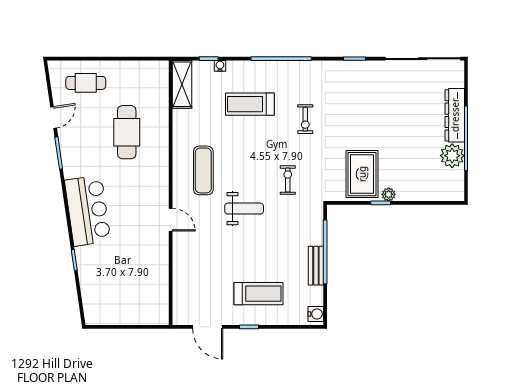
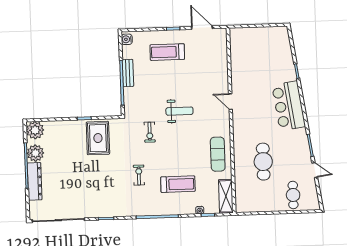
cafe table: (86, 83) -> (293, 195), turned 90
door: (54, 117) -> (315, 170), swing flipped
exercise mat: (203, 170) -> (218, 154), moved
plant: (389, 194) -> (35, 130), moved, width x1.88, depth x1.88
weight bench: (244, 209) -> (179, 111), turned 180

